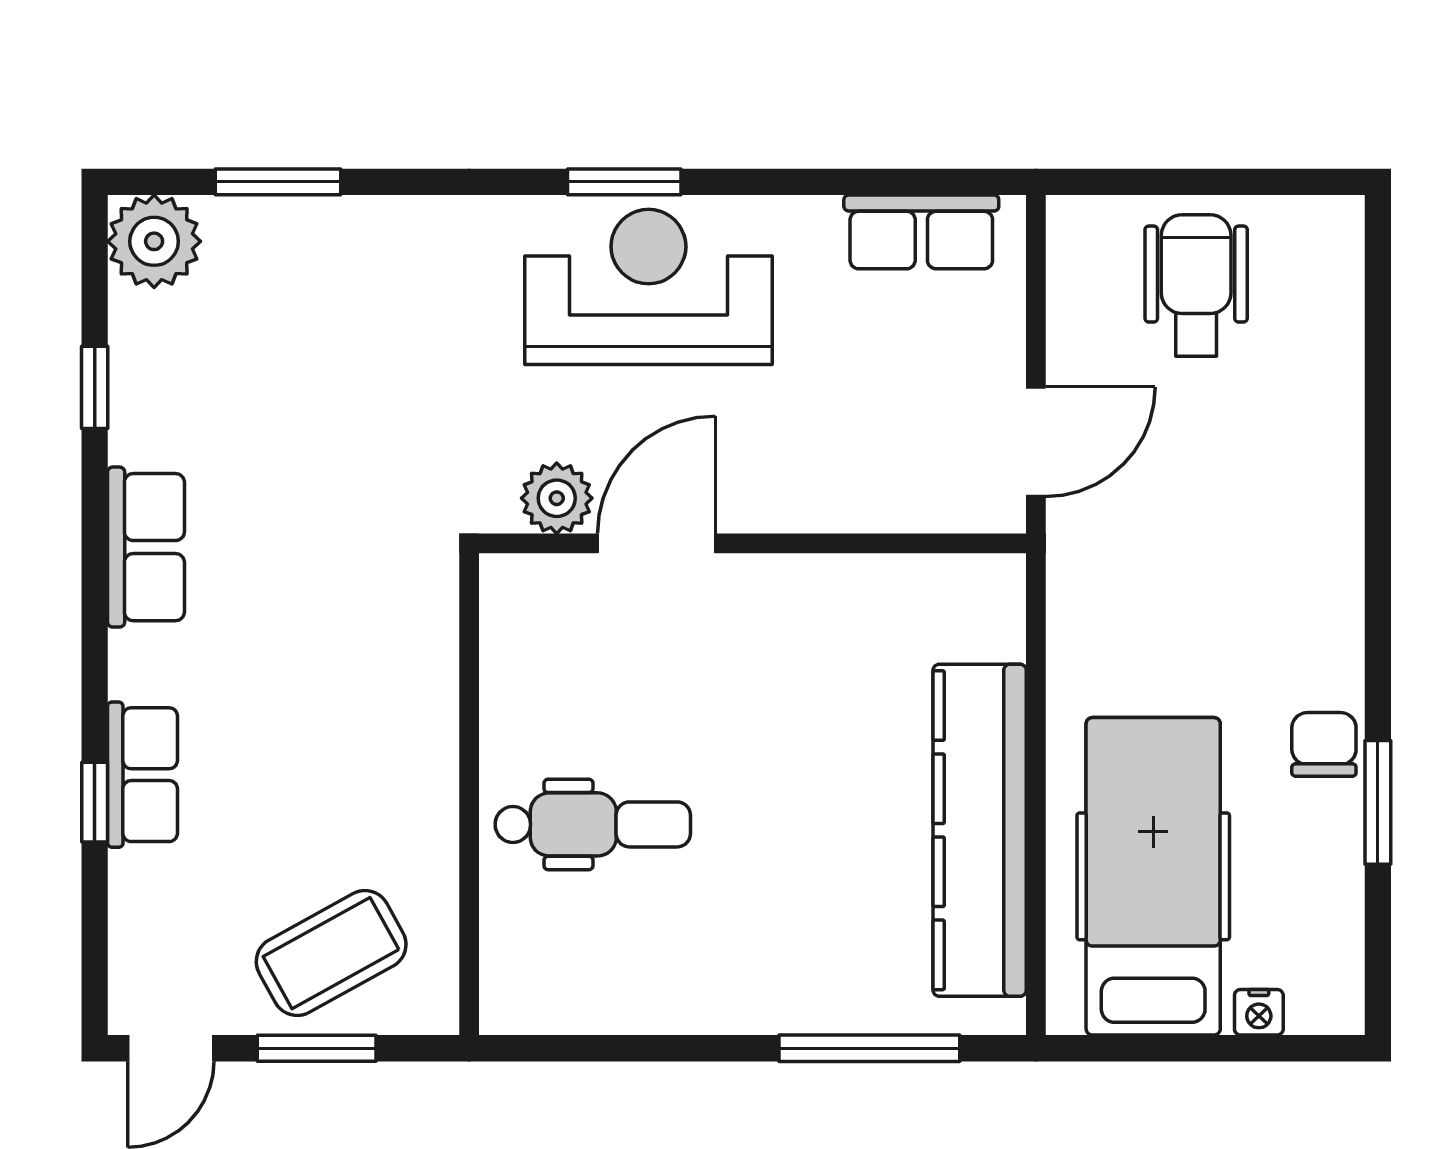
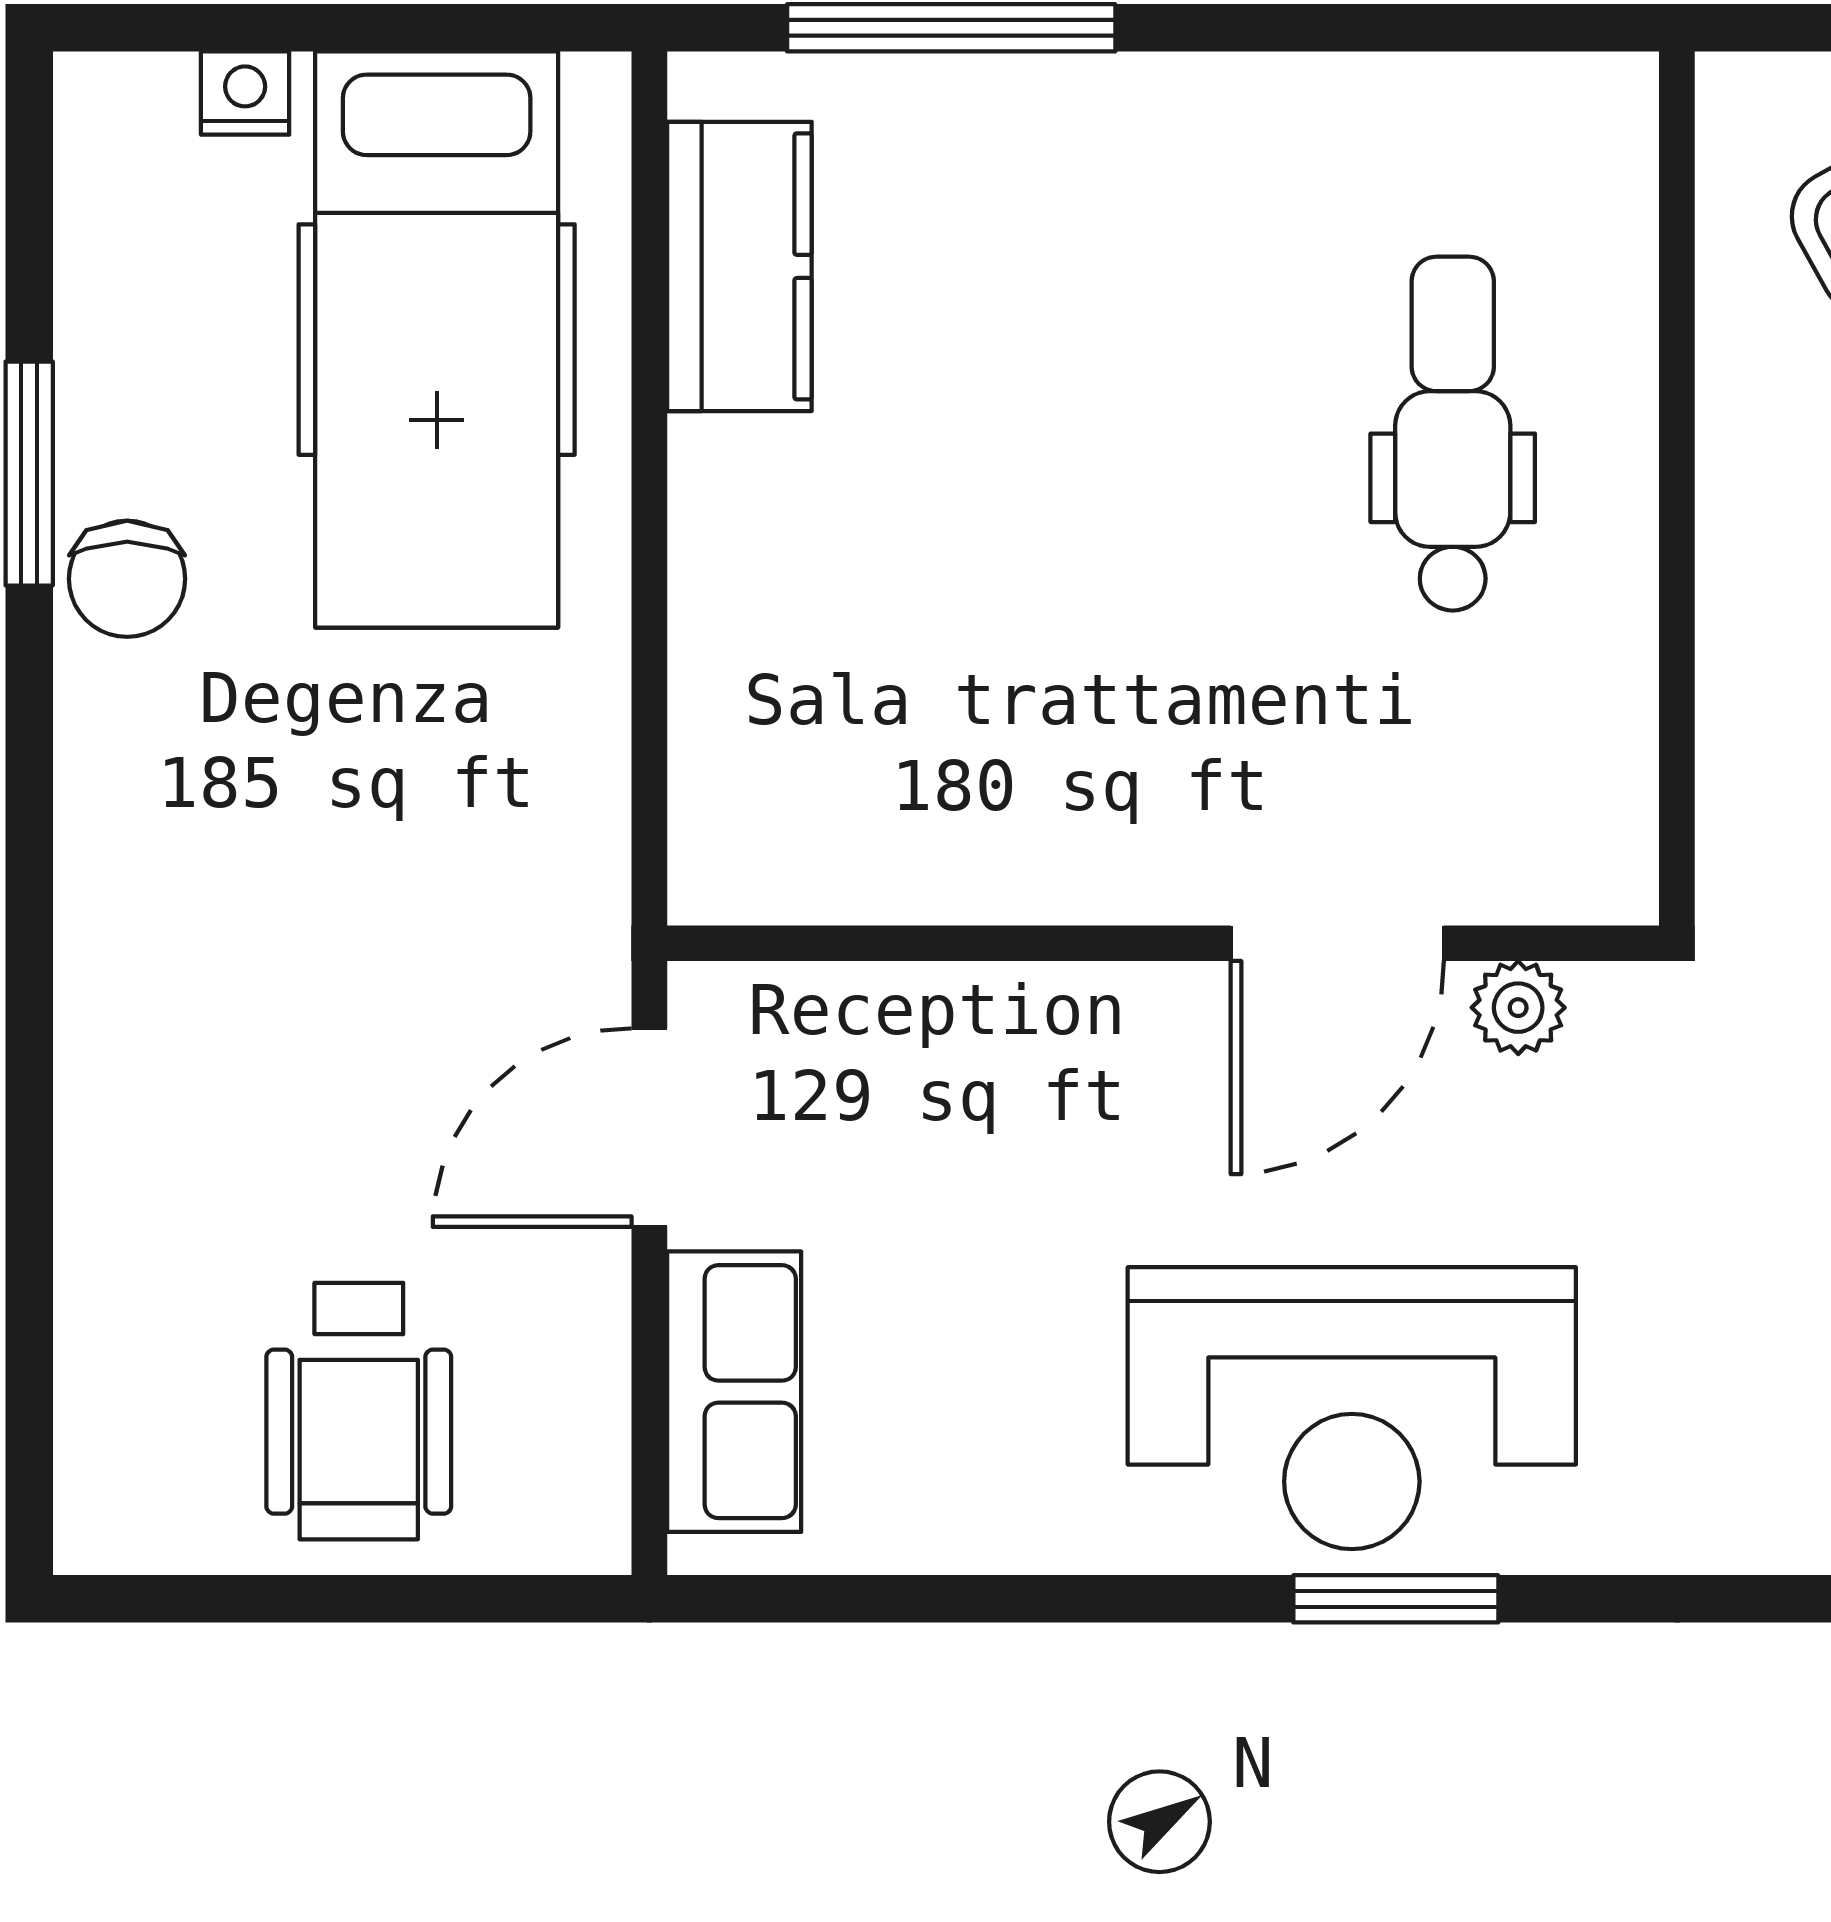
row of seats: (921, 232) -> (734, 1392), moved, turned 90
plant: (557, 498) -> (1518, 1008), width x0.73, depth x0.73
dental chair: (593, 824) -> (1453, 434), turned 90
kitchen counter: (980, 830) -> (739, 266), width x0.48, depth x0.86

